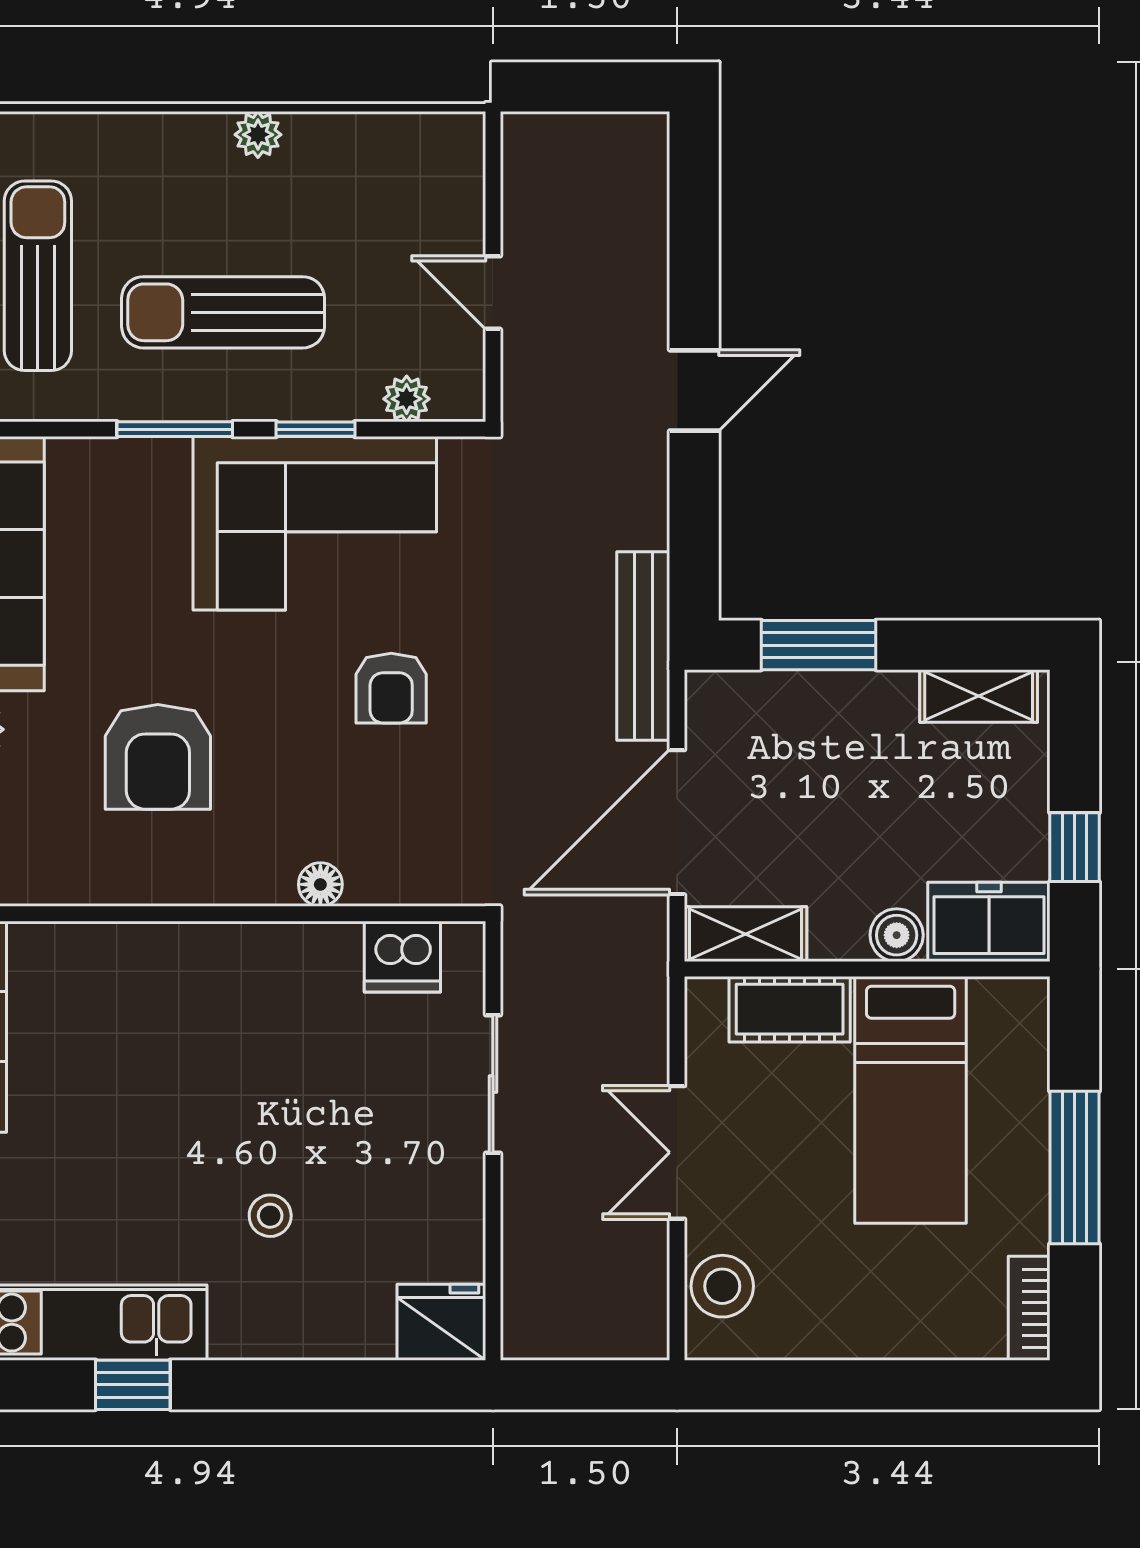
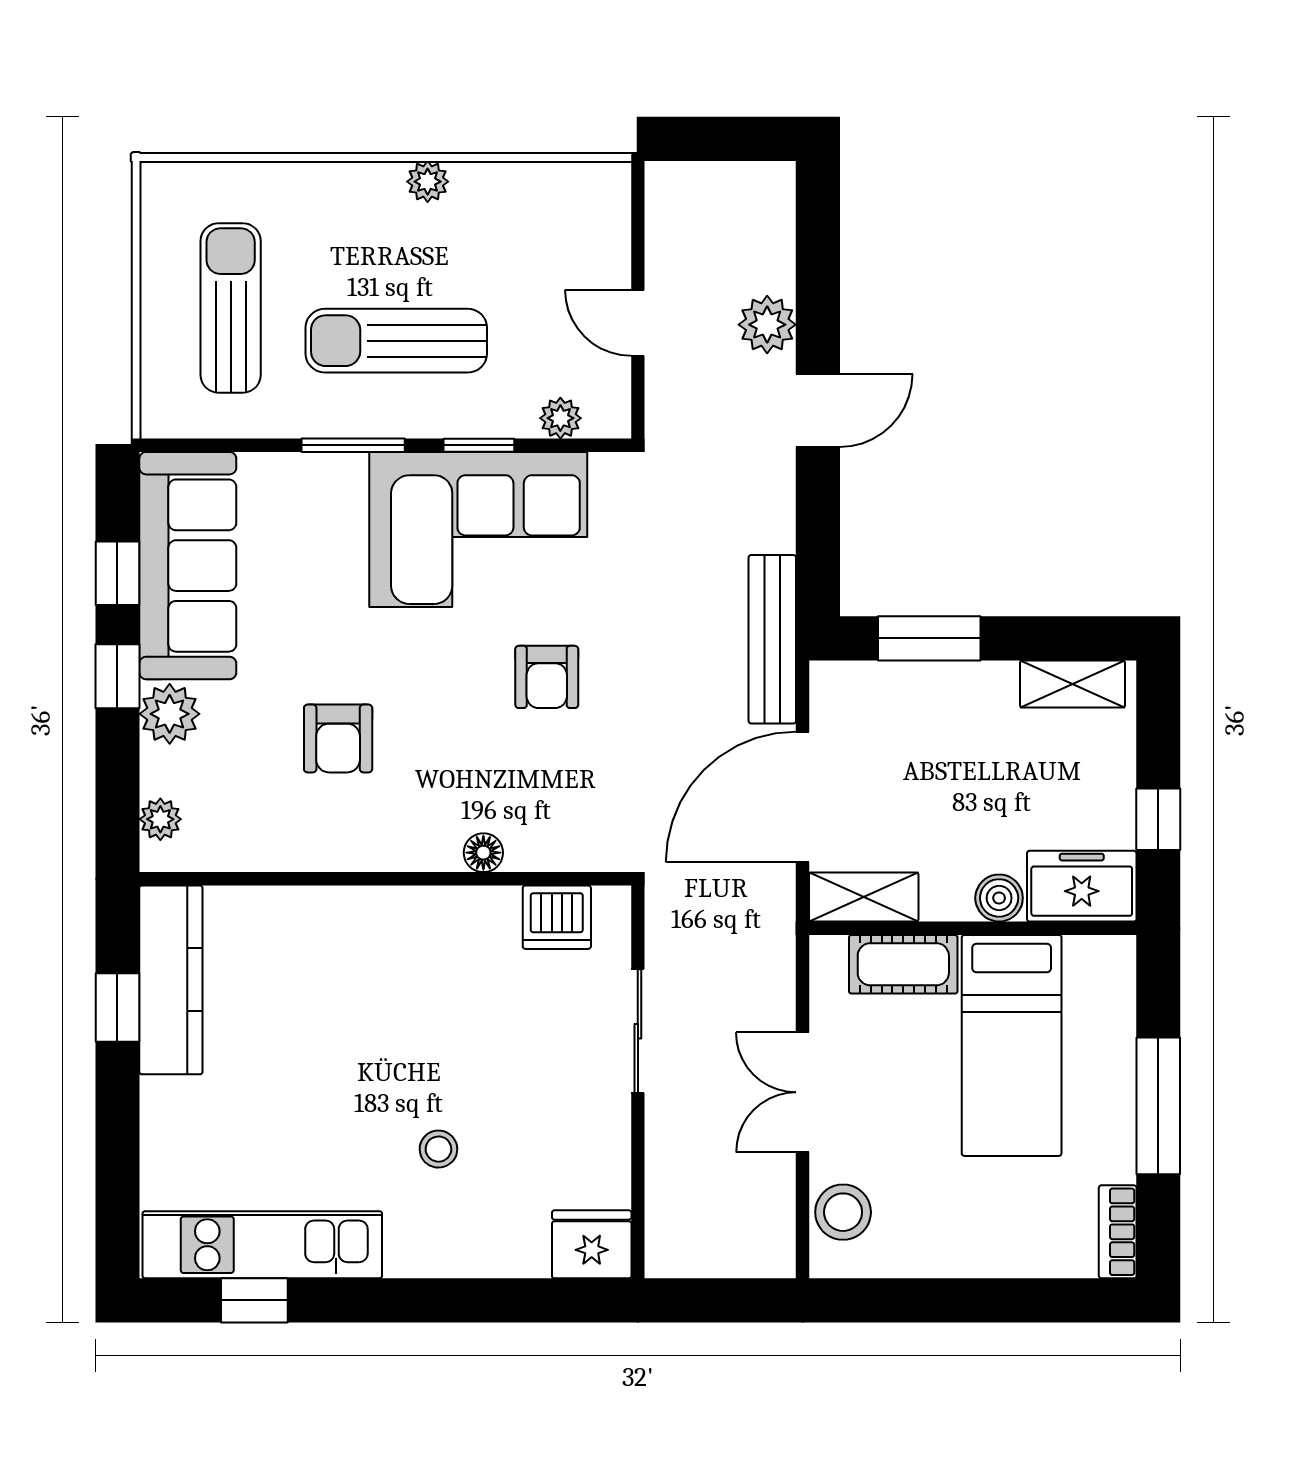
plant: (638, 294) -> (767, 325), added
armchair: (158, 757) -> (338, 738), width x0.72, depth x0.72
window: (133, 1385) -> (254, 1300), moved

